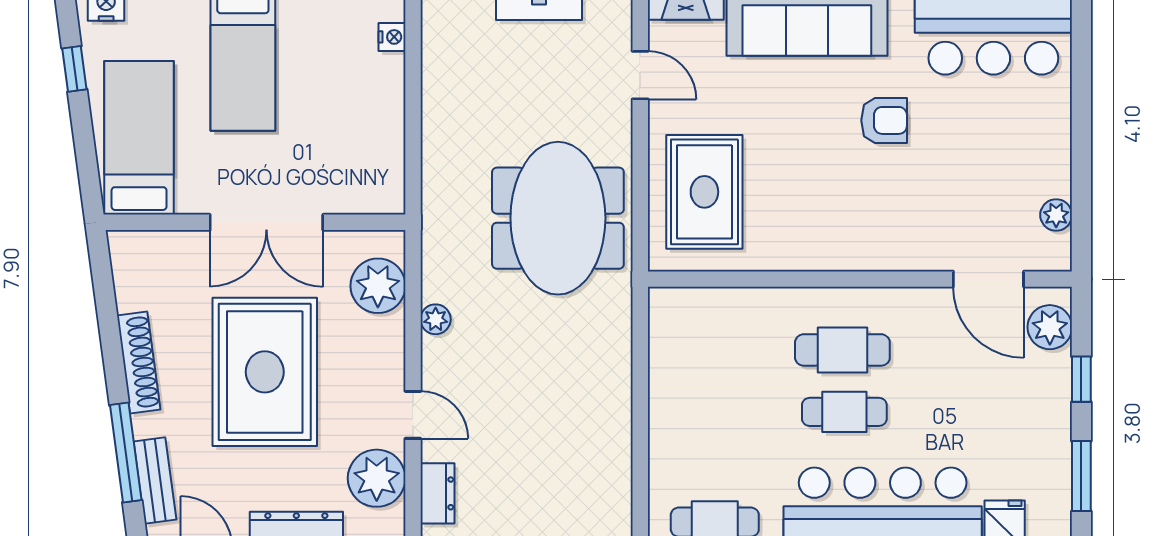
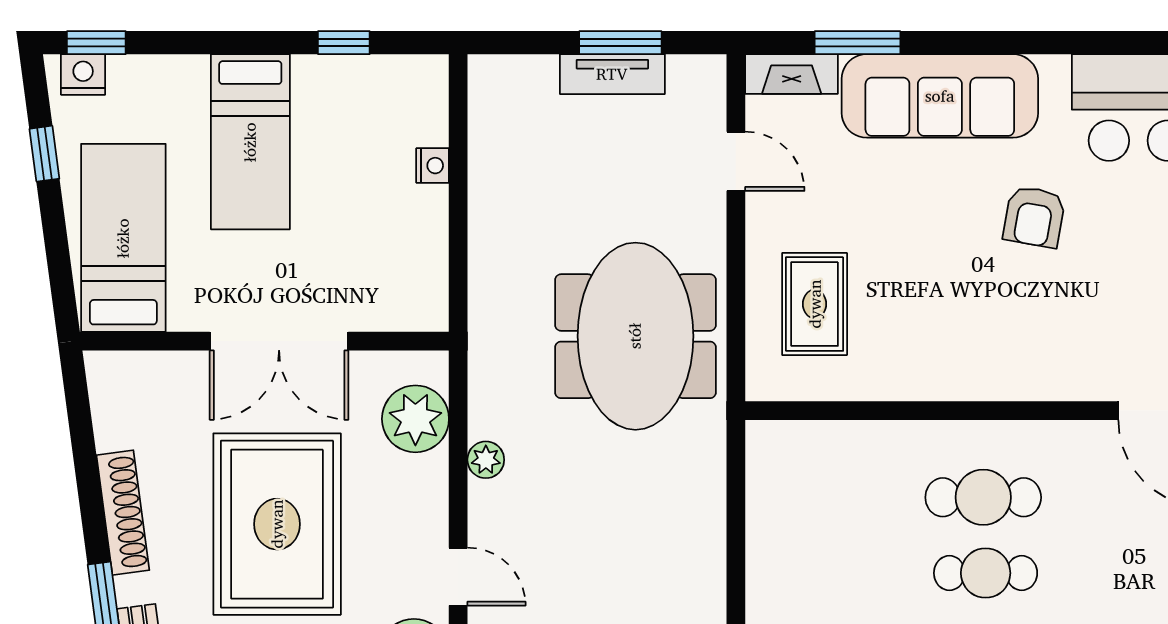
nightstand: (392, 37) -> (433, 166), moved
armchair: (884, 120) -> (1034, 217), turned 100
rug: (704, 192) -> (815, 304), width x0.73, depth x0.70

